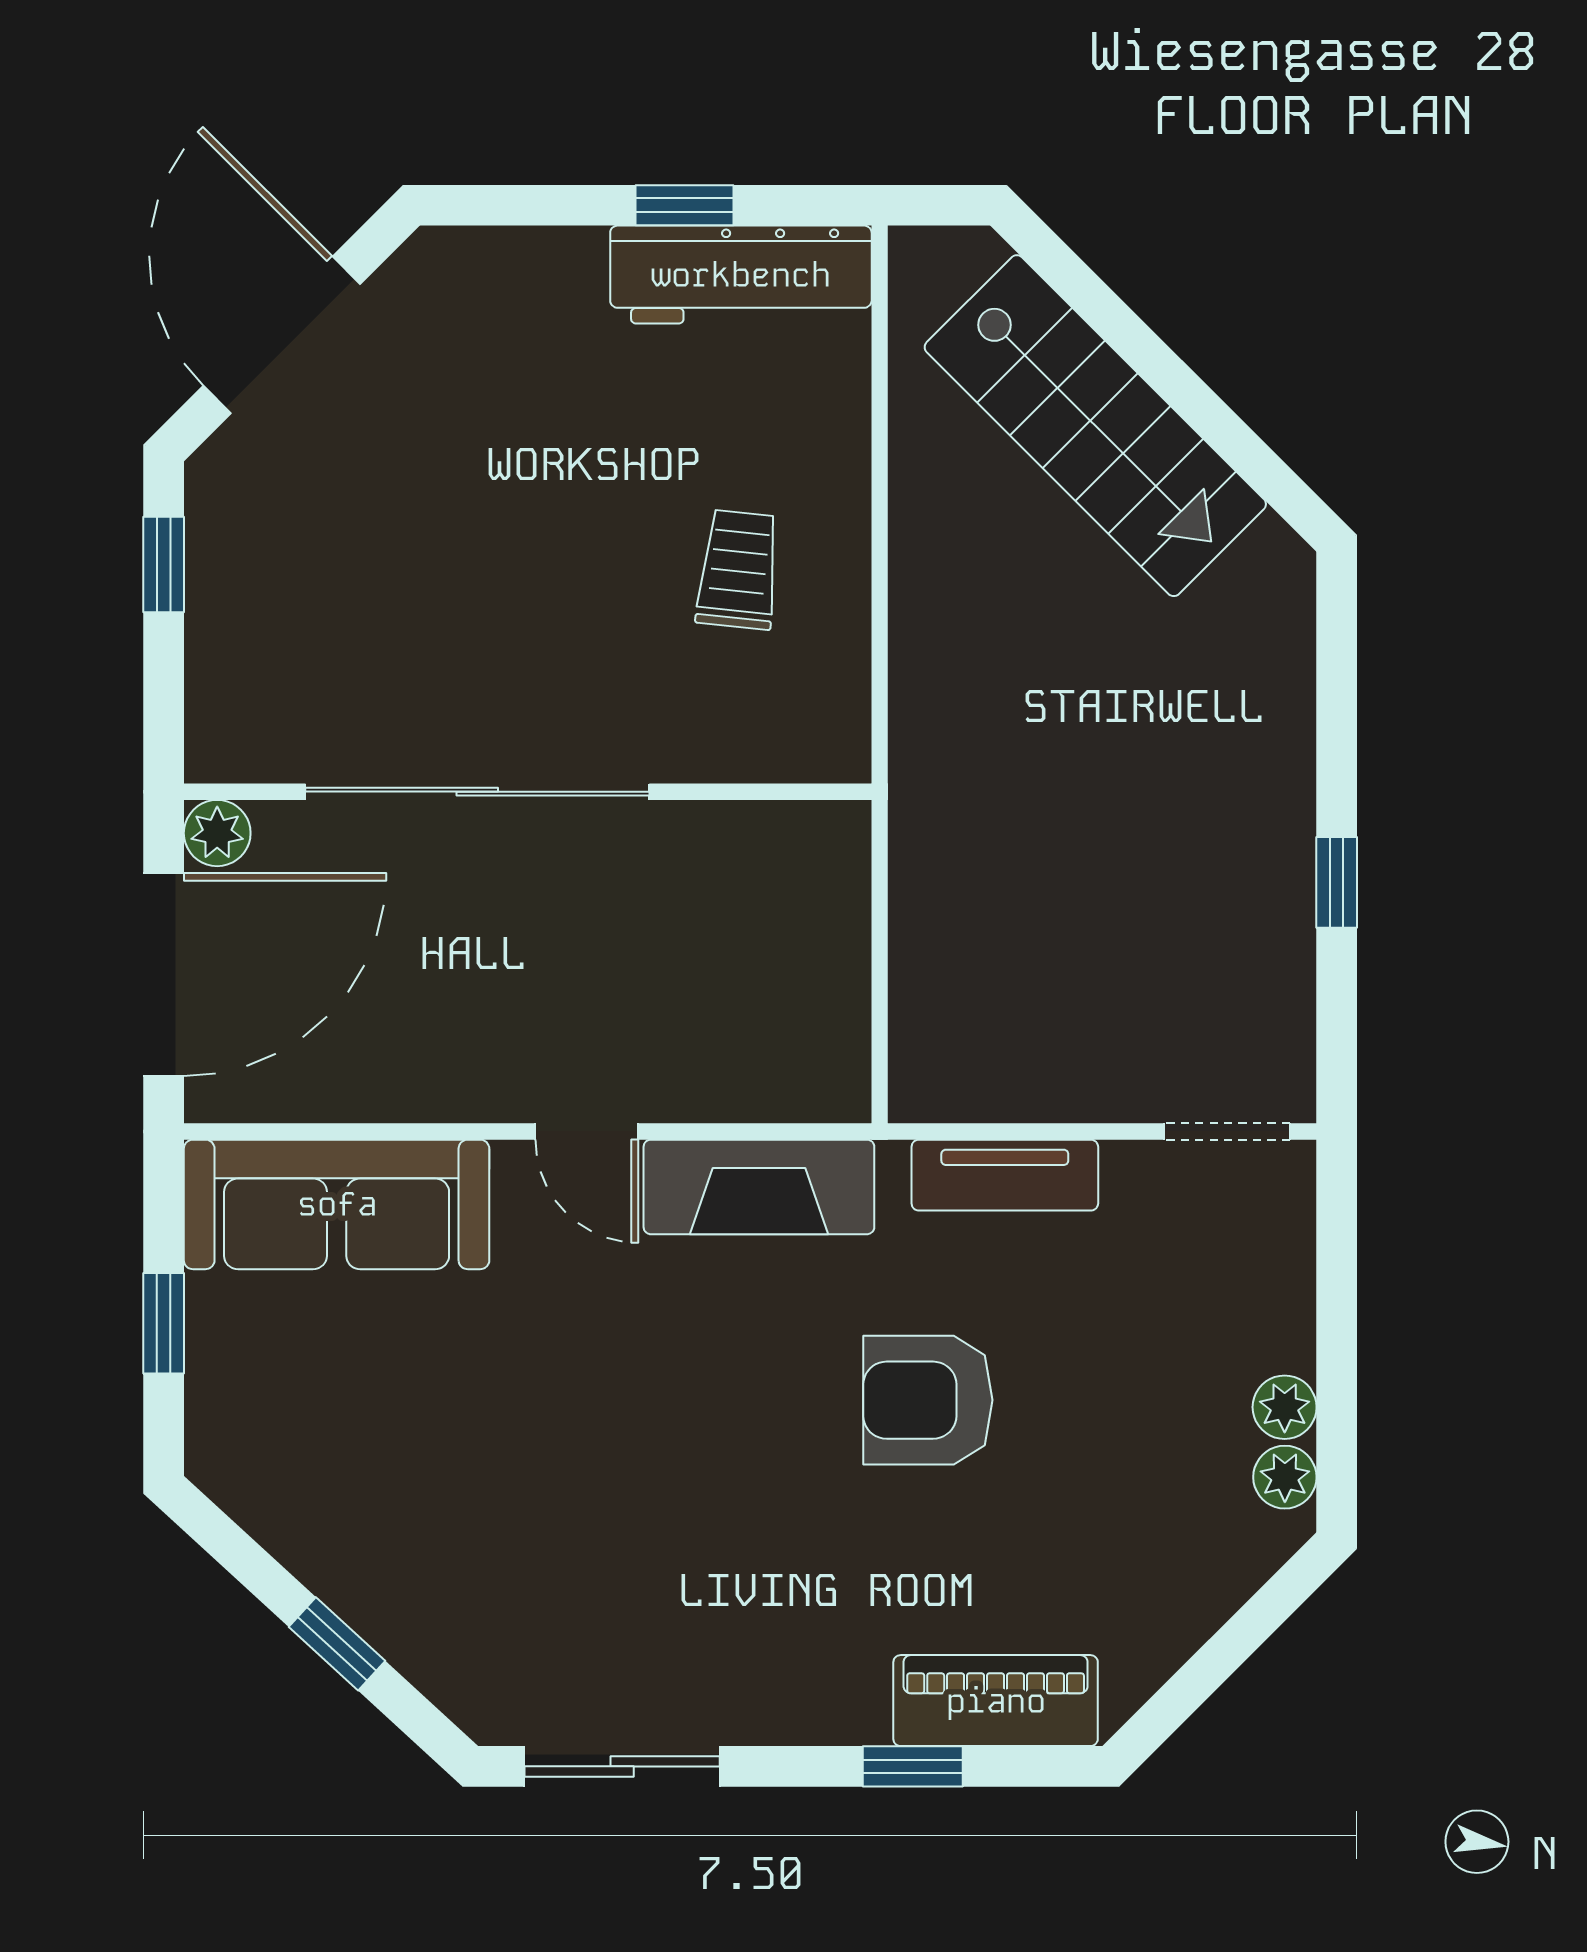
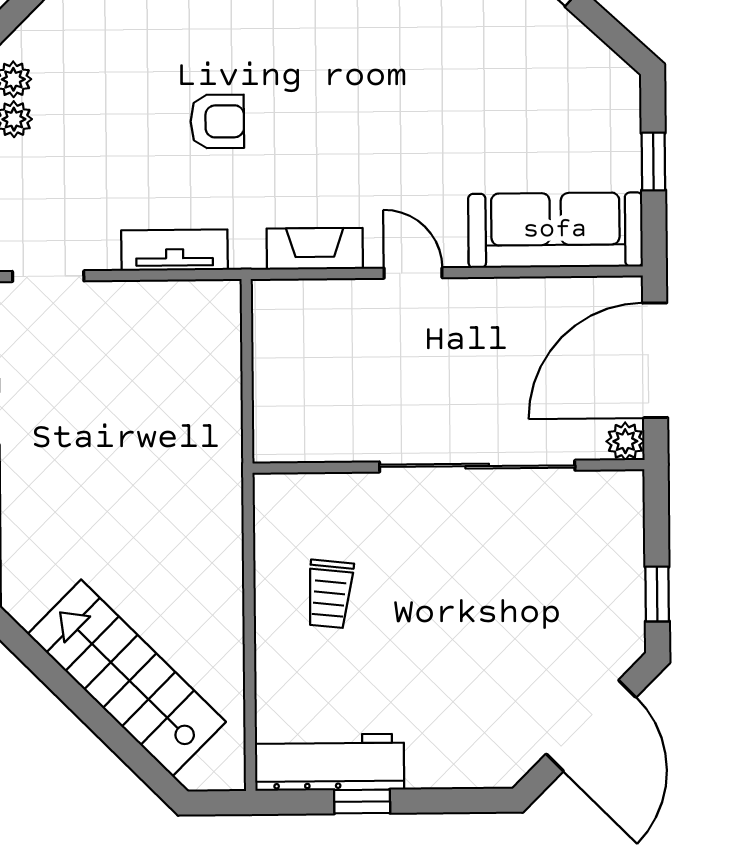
fireplace: (759, 1187) -> (315, 249), width x0.73, depth x0.76
armchair: (928, 1400) -> (217, 121), width x0.72, depth x0.72

